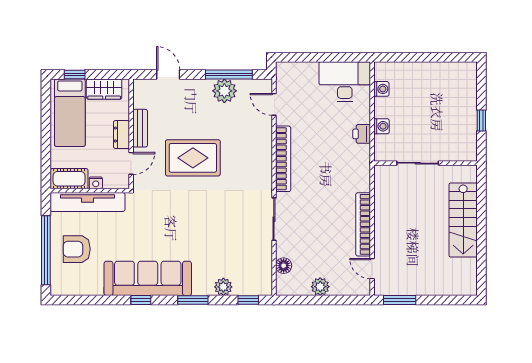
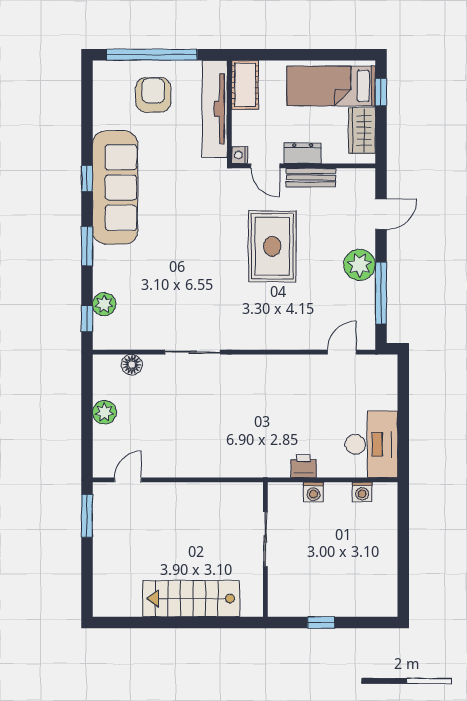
plant: (224, 91) -> (360, 265), moved
bookcase: (283, 159) -> (271, 364), removed
nightstand: (96, 183) -> (240, 155), moved
bookcase: (363, 224) -> (186, 468), removed
plant: (223, 287) -> (104, 304), moved

